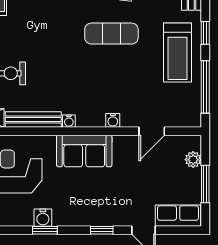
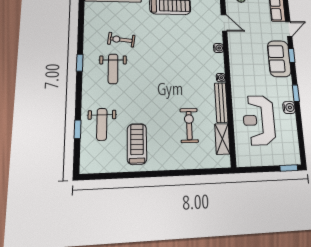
exercise mat: (111, 34) -> (158, 49), removed
sofa: (84, 151) -> (279, 59), moved, turned 180
water cooler: (43, 218) -> (289, 107), moved

